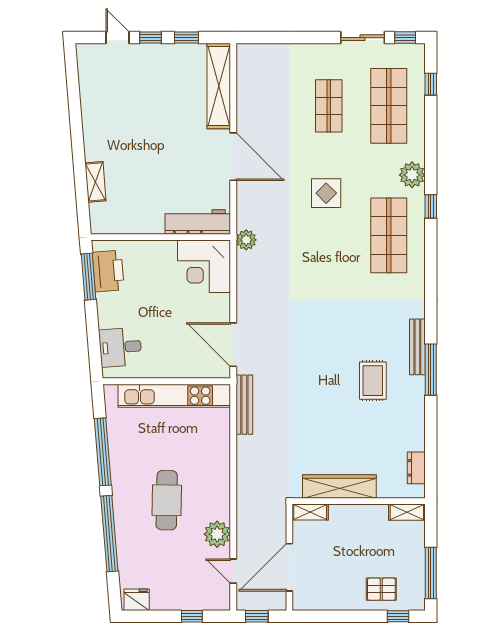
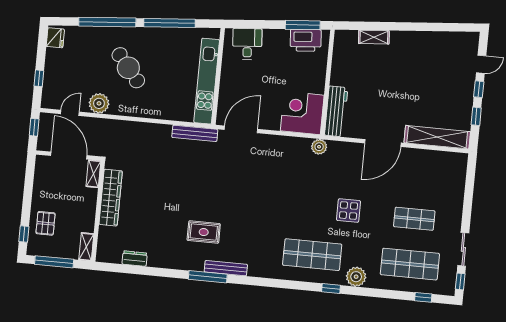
wardrobe: (339, 486) -> (111, 198), moved
cafe table: (167, 500) -> (128, 68), turned 50
wall: (359, 501) -> (98, 211), moved
shelving: (310, 512) -> (93, 174), moved
shelving: (407, 512) -> (86, 247), moved

